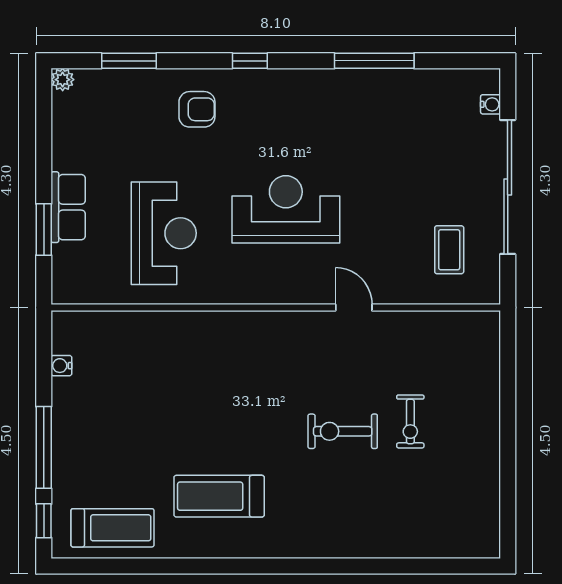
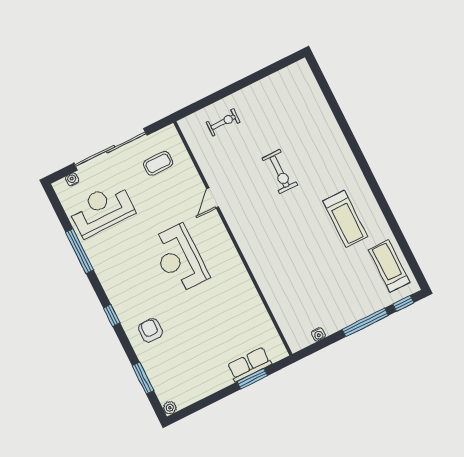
row of seats: (68, 207) -> (249, 364), moved
reception desk: (164, 233) -> (102, 210), moved
exercise bike: (410, 422) -> (223, 122), moved

